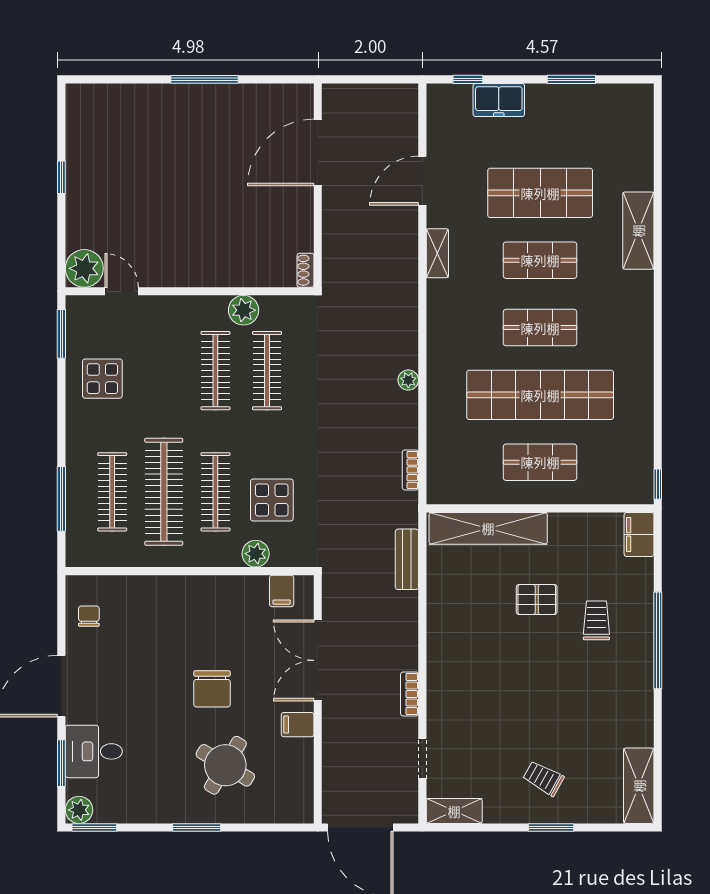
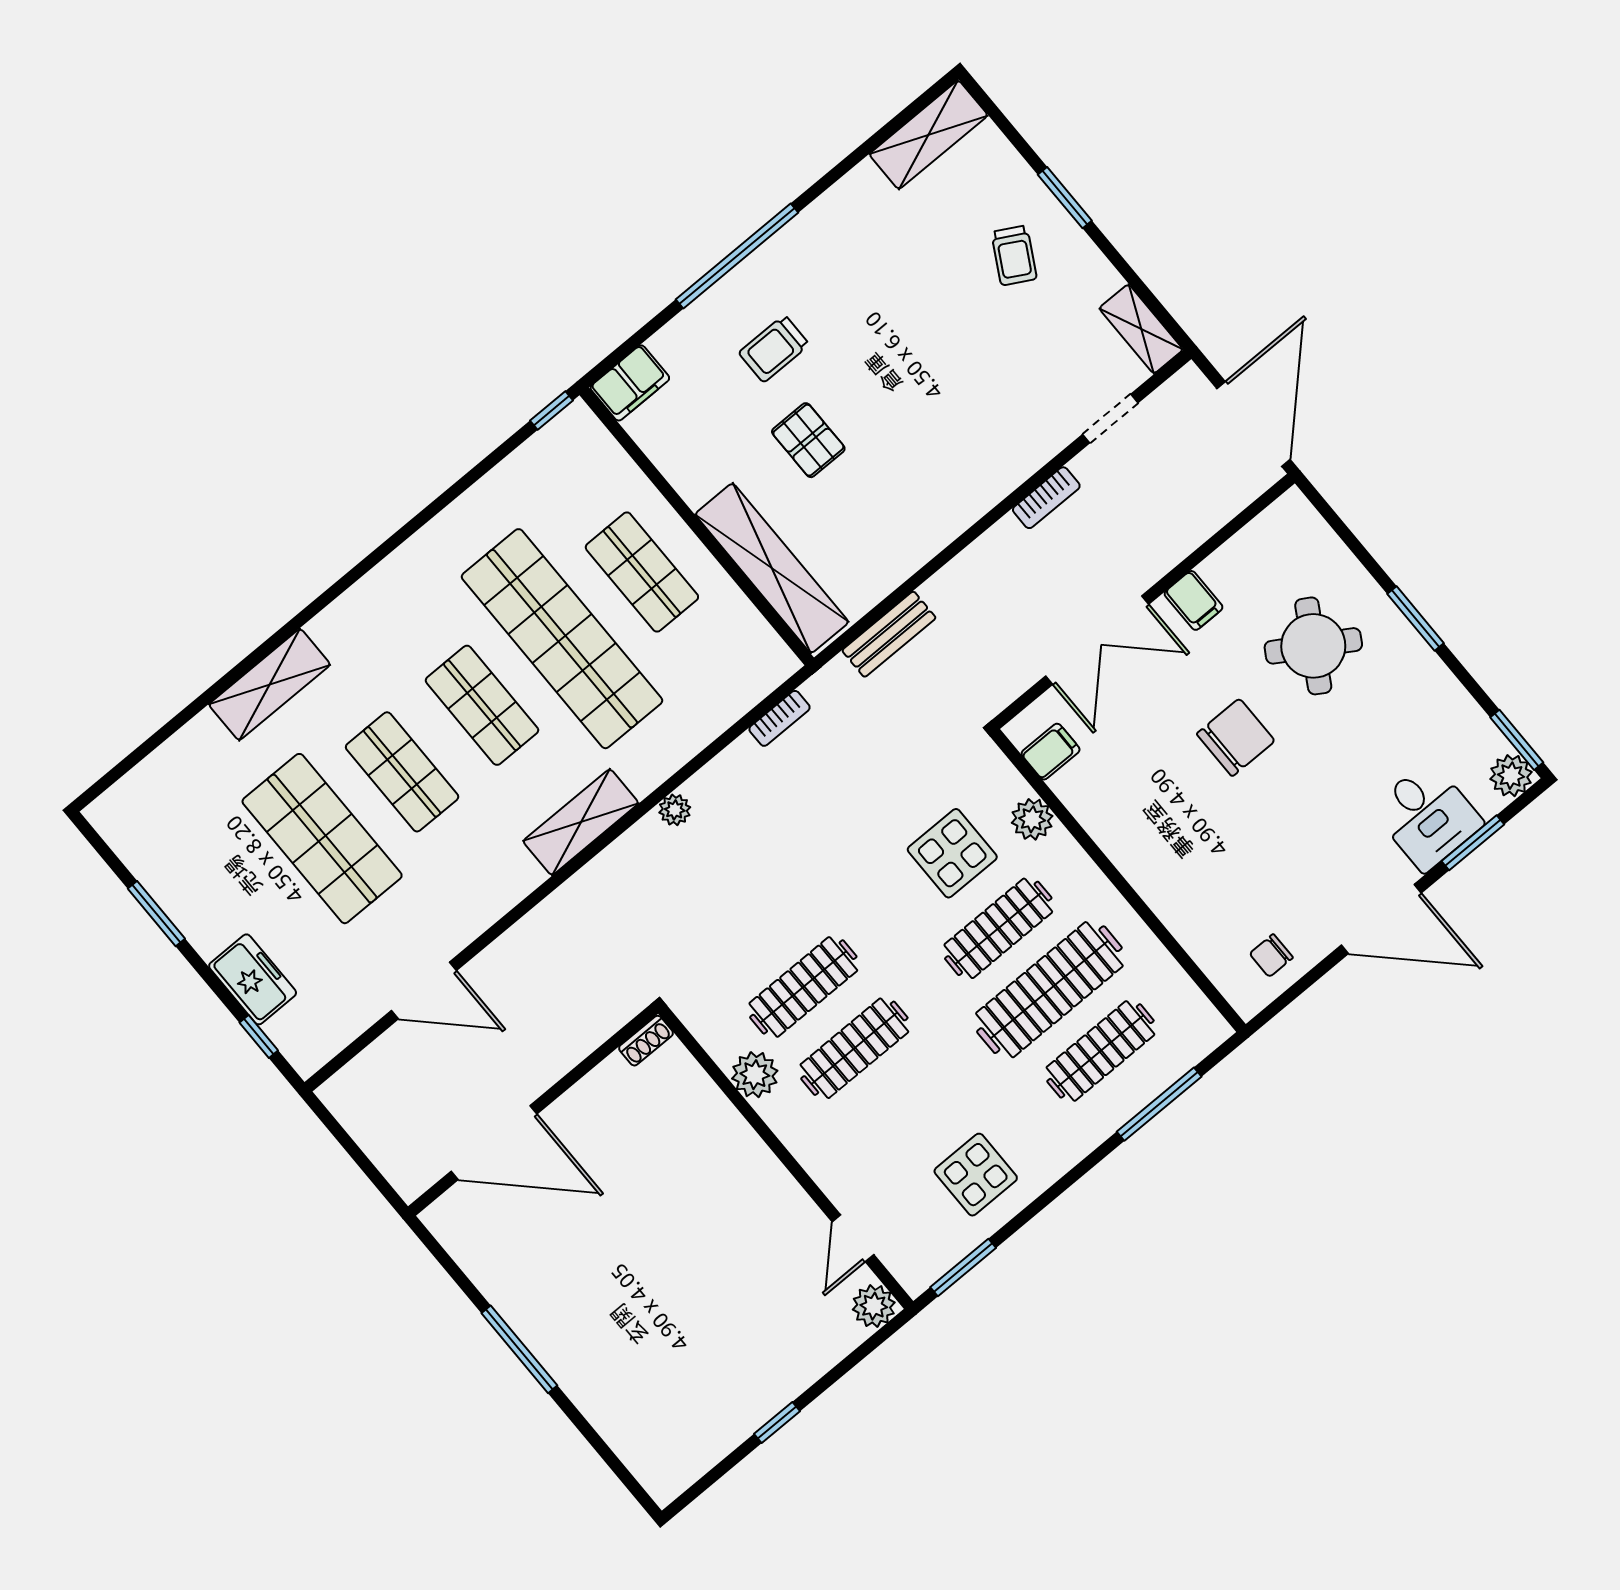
shelving: (437, 253) -> (581, 822), moved, width x1.50, depth x1.33
plant: (84, 268) -> (874, 1306), width x0.73, depth x0.73

